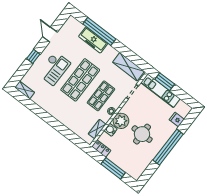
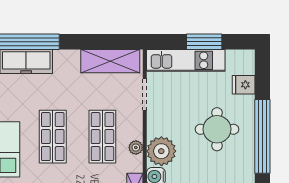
shop shelf: (80, 80) -> (53, 137), width x0.70, depth x0.74
window: (165, 82) -> (204, 42), moved
round table: (142, 134) -> (217, 129), moved

